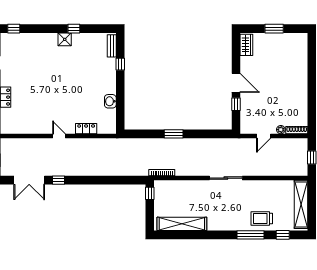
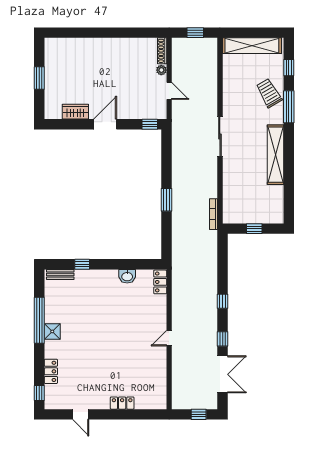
window: (74, 29) -> (39, 320), width x3.17
locker: (32, 38) -> (51, 371), added
wardrobe: (246, 45) -> (75, 112), moved
window: (236, 104) -> (150, 124), moved
locker: (86, 129) -> (160, 282), moved
window: (90, 180) -> (223, 301), added
window: (150, 193) -> (254, 229), moved
trolley: (262, 219) -> (269, 93), turned 150
shelving: (182, 224) -> (275, 155), moved

